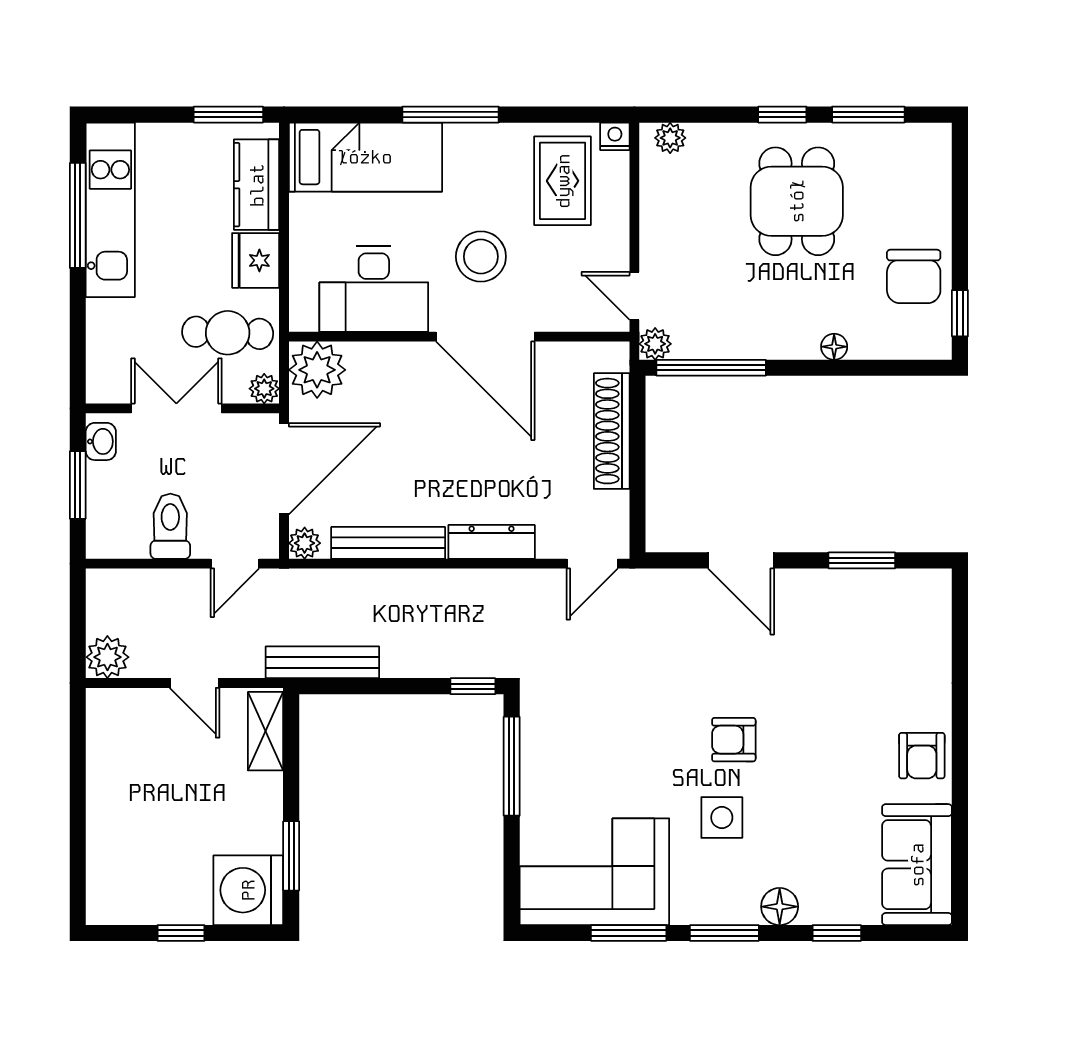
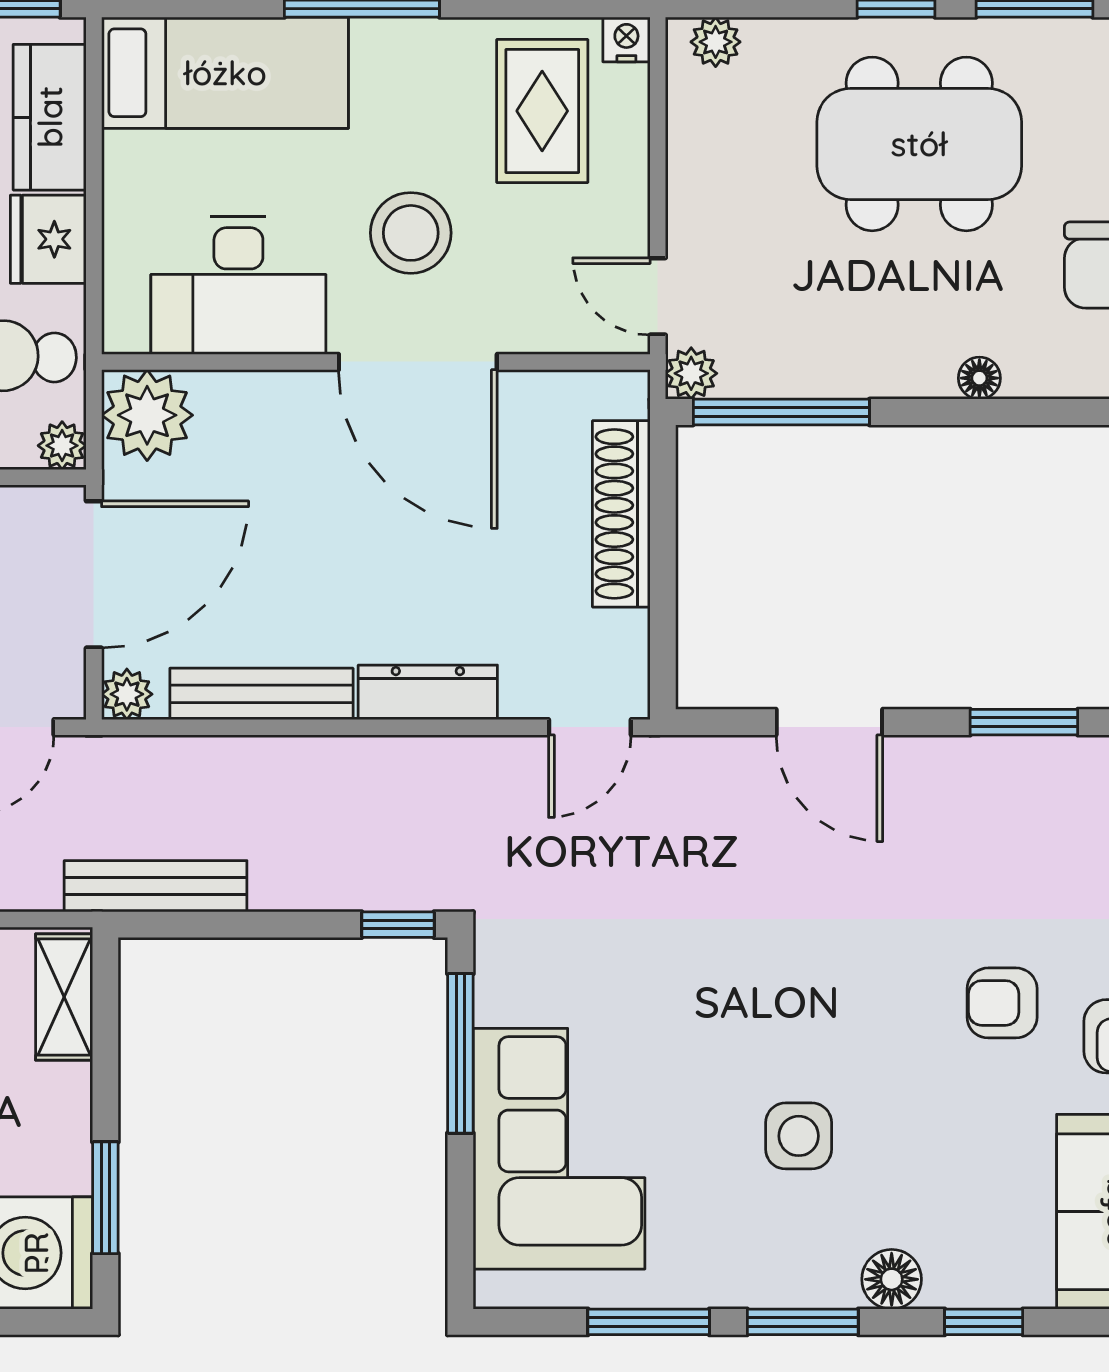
dining table: (797, 201) -> (919, 144), width x1.38
armchair: (734, 740) -> (1002, 1003), moved
corner sofa: (594, 872) -> (559, 1149), moved, turned 90

